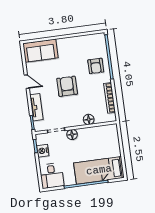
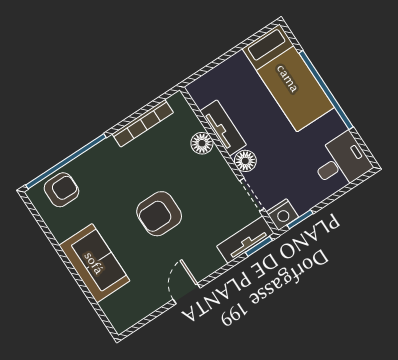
sofa: (40, 51) -> (94, 263), moved
armchair: (96, 66) -> (61, 190), moved
tv unit: (36, 107) -> (245, 240), moved
tv unit: (91, 132) -> (223, 128), added
nightstand: (43, 151) -> (282, 215), moved

